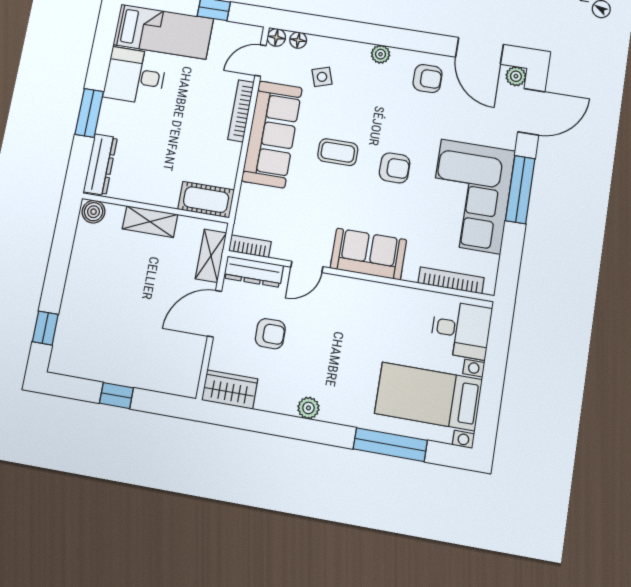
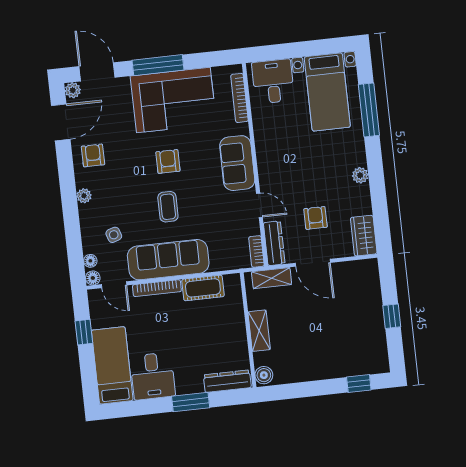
cot: (206, 200) -> (203, 288), moved, turned 90

